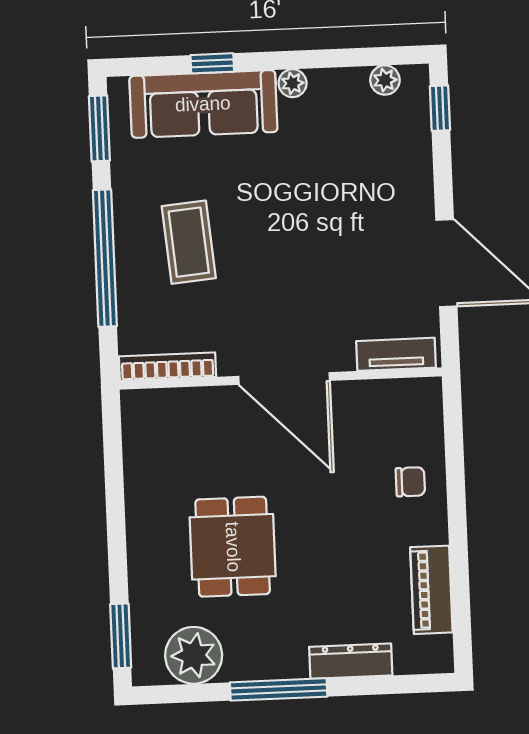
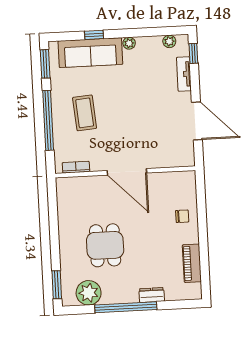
tv unit: (396, 354) -> (184, 74), moved, turned -90
bookcase: (168, 367) -> (76, 167), width x0.64
dresser: (351, 661) -> (152, 295), width x0.70
window: (279, 689) -> (126, 307), width x1.46

